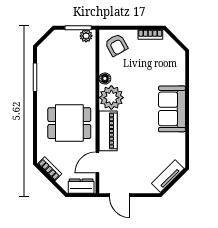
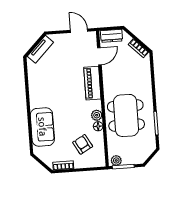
armchair: (116, 45) -> (83, 144), moved
plant: (111, 98) -> (97, 115), width x0.53, depth x0.53
sofa: (172, 109) -> (42, 127), moved
dining table: (69, 123) -> (126, 115), moved, width x1.38

